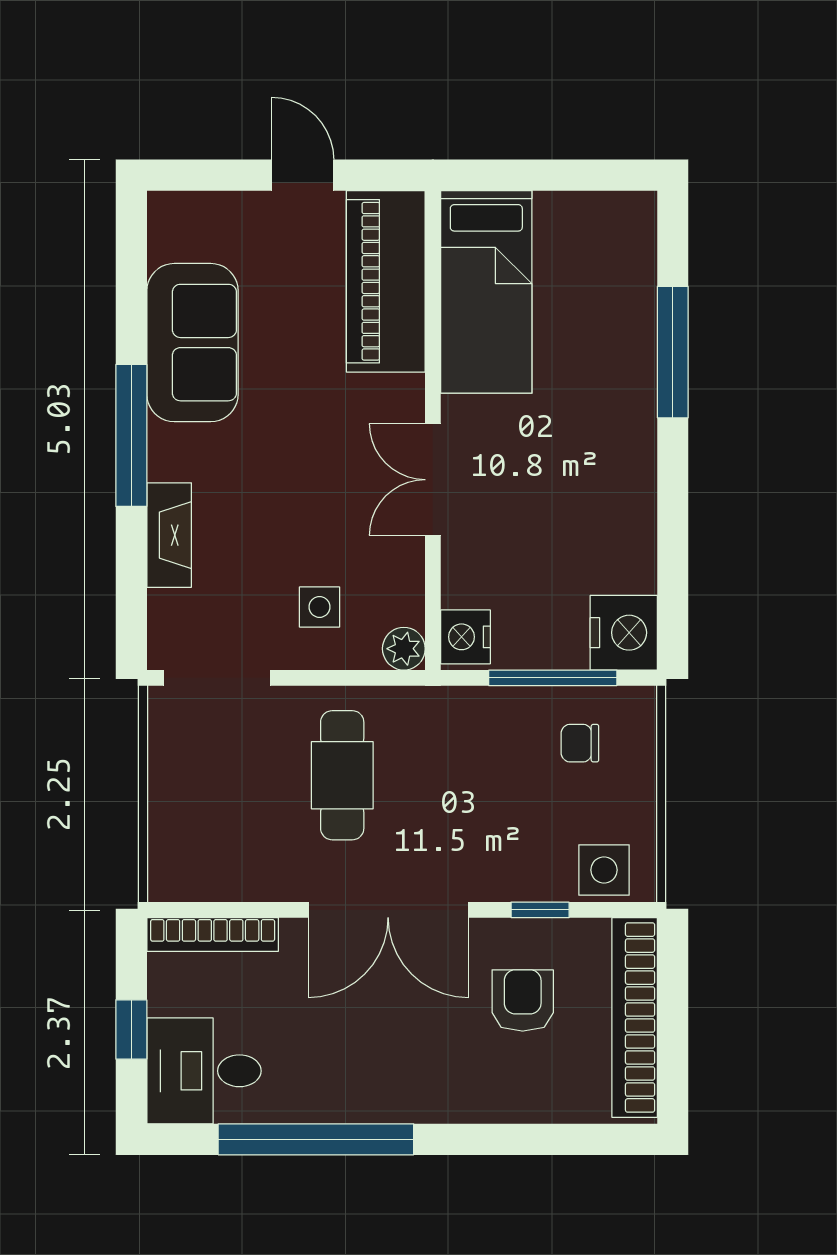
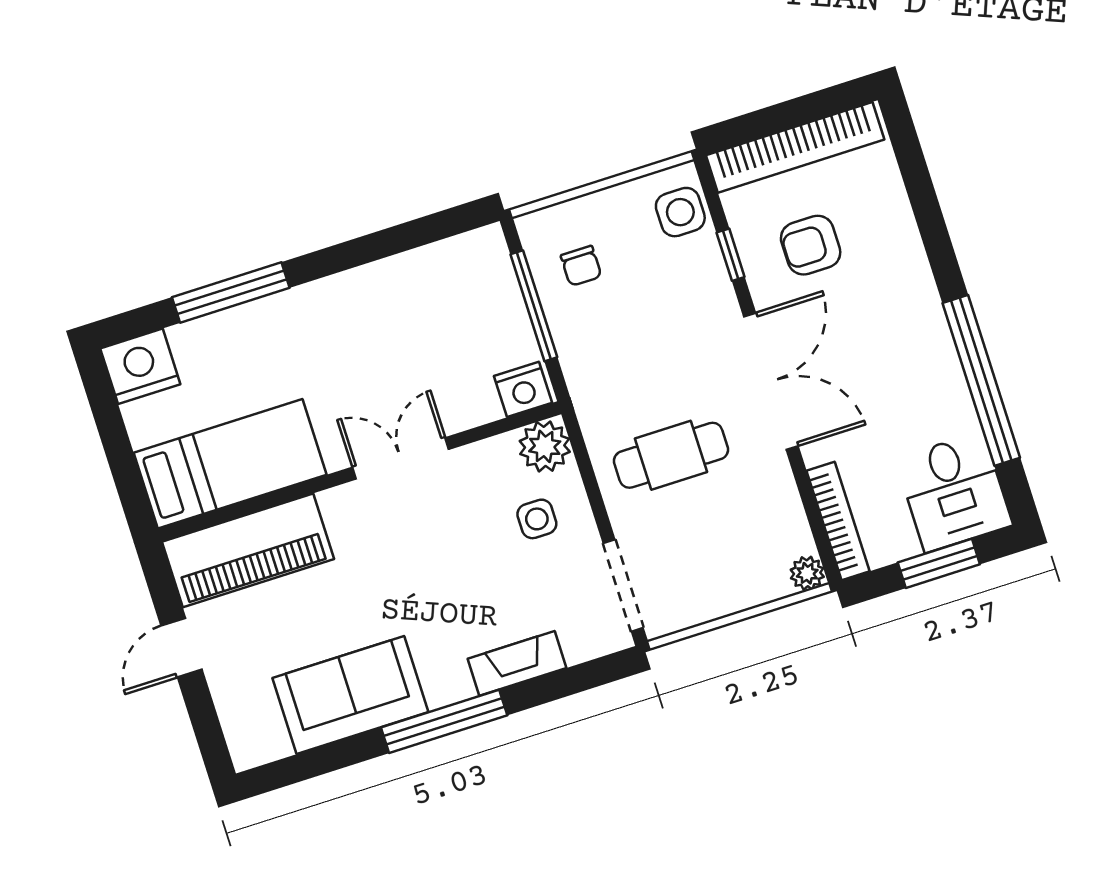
double door: (433, 480) -> (401, 458), swing flipped
nightstand: (624, 633) -> (140, 366), moved
plant: (404, 649) -> (545, 446), width x1.38, depth x1.38
plant: (166, 883) -> (807, 573), added
window: (131, 1029) -> (939, 563), width x1.50

